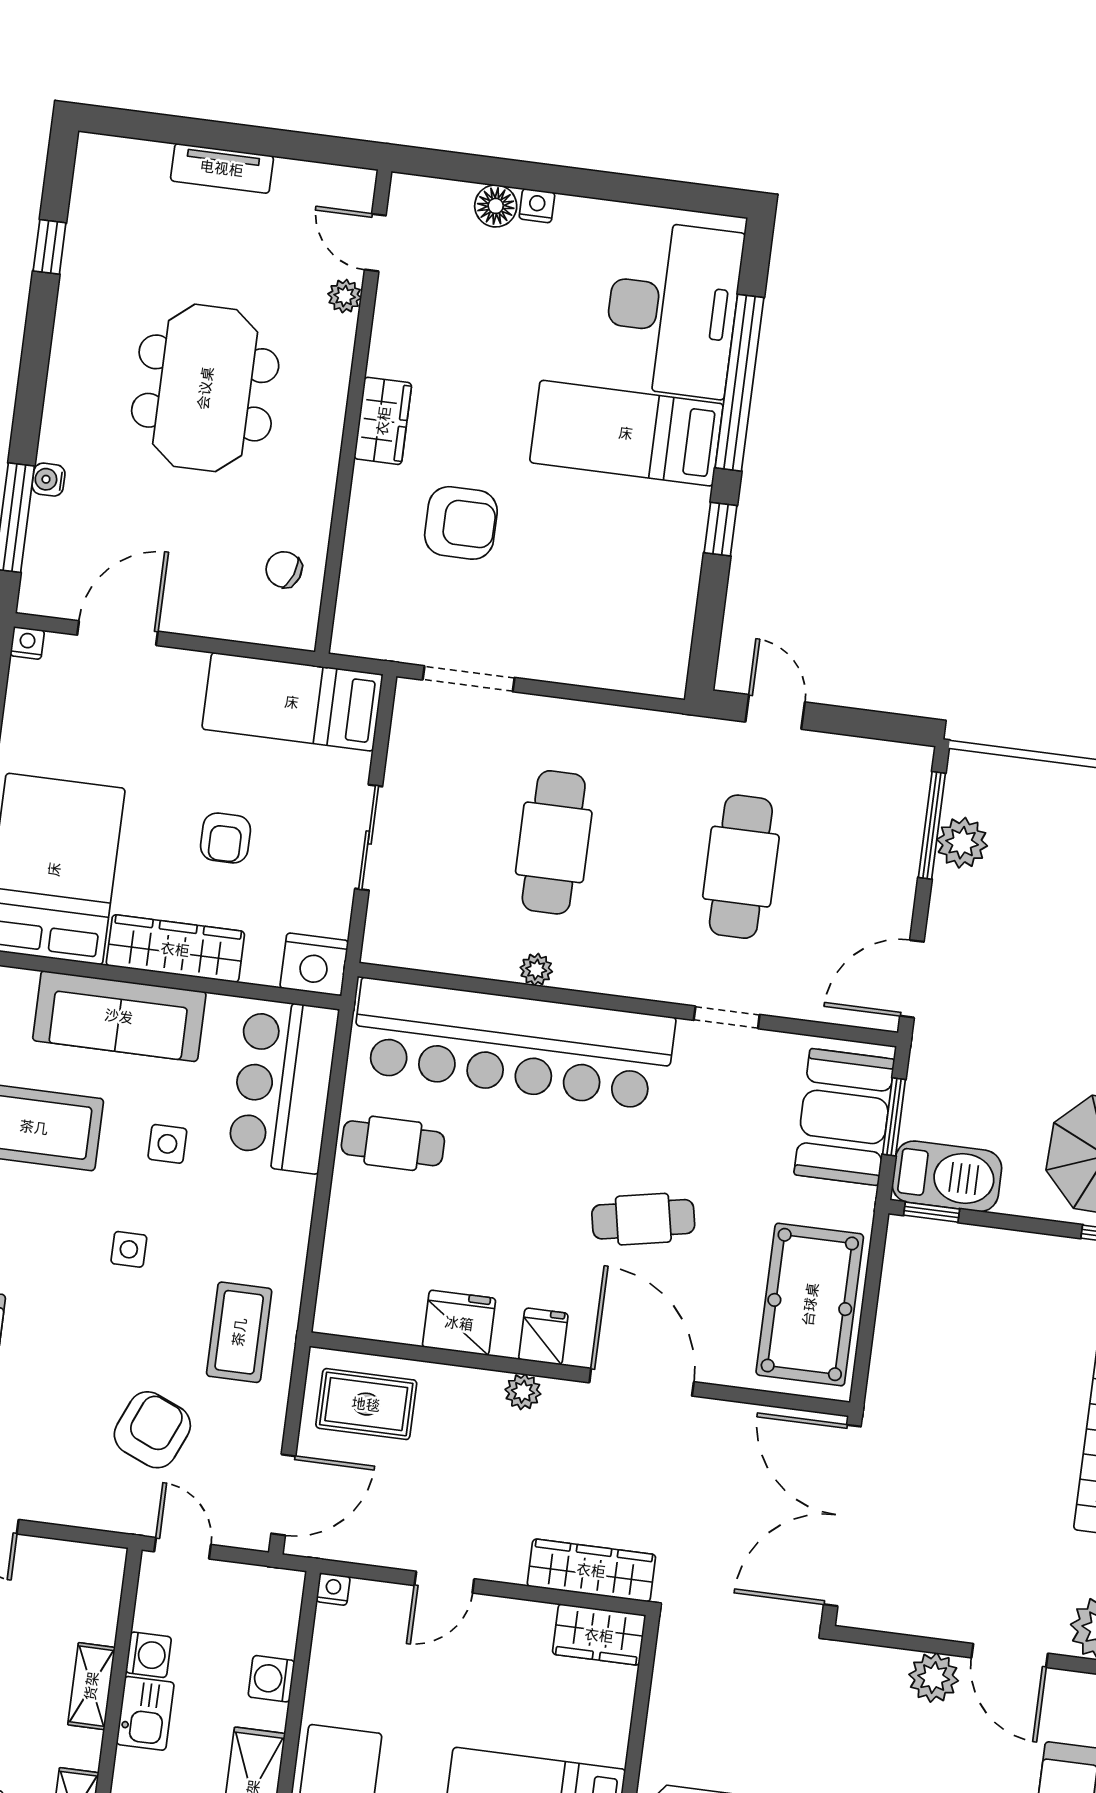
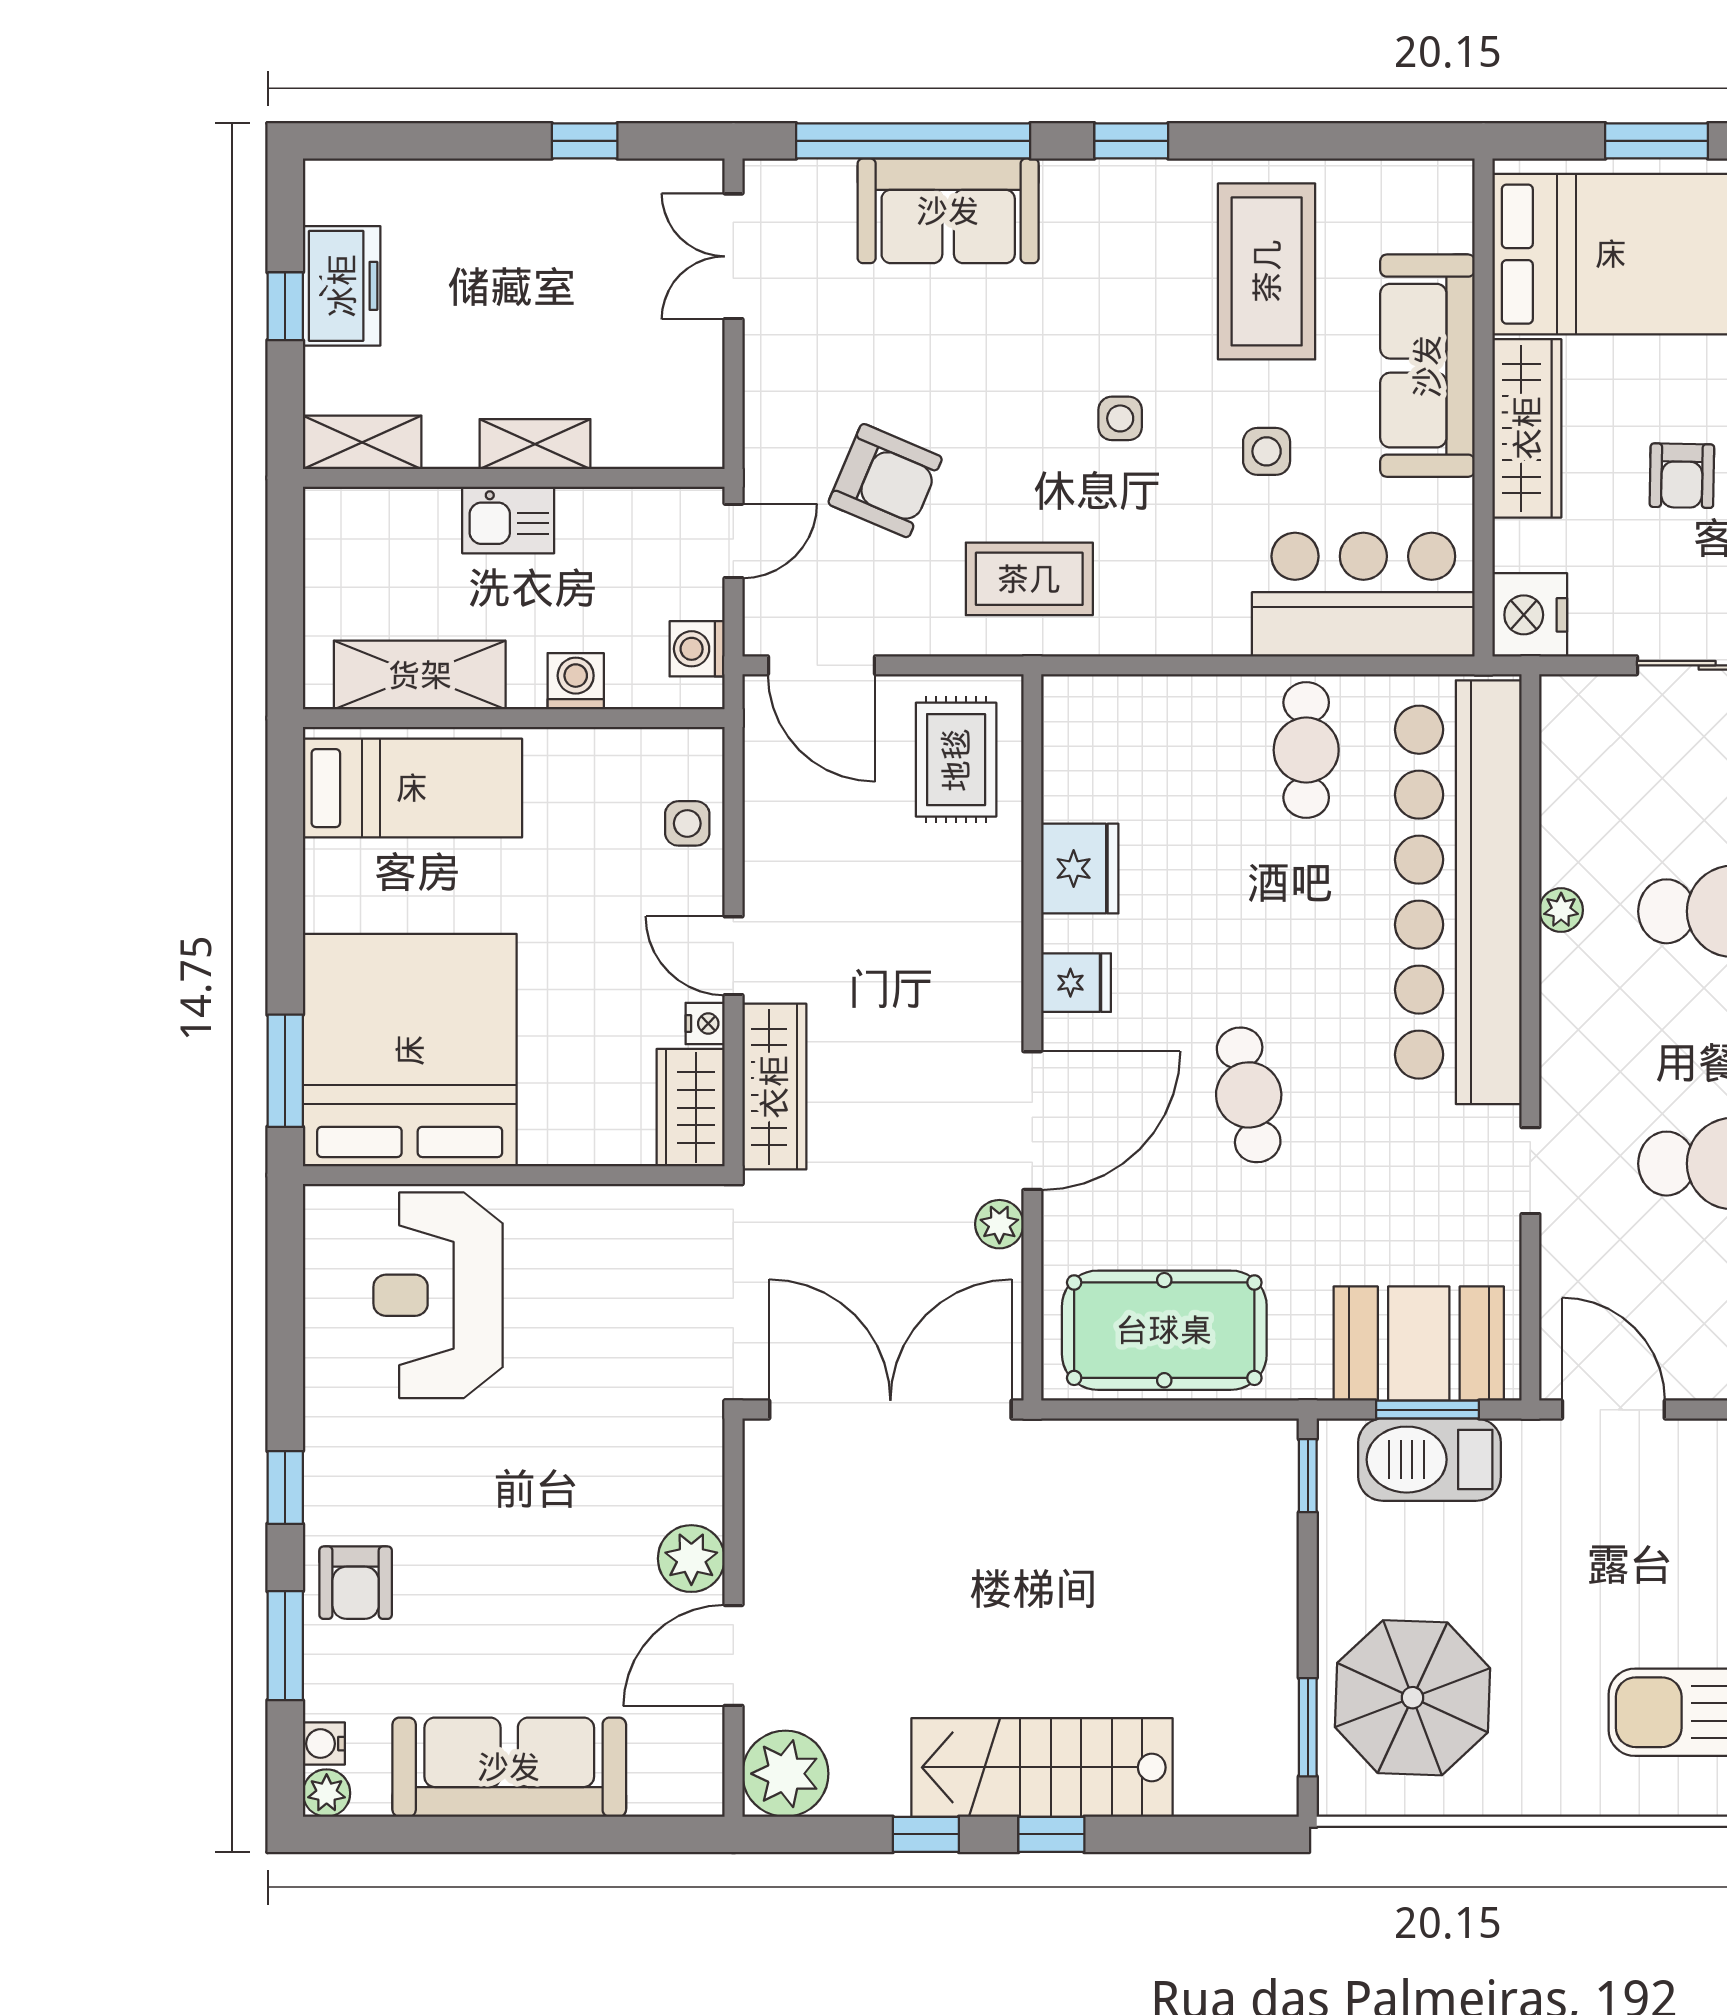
armchair: (225, 838) -> (1682, 476), turned -89
barbecue: (947, 1176) -> (1430, 1460), moved, turned 90
plant: (523, 1392) -> (999, 1224), moved
door: (444, 1582) -> (733, 956), moved
nightstand: (333, 1589) -> (705, 1023), moved
side table: (388, 1610) -> (687, 823), added
washing machine: (148, 1655) -> (697, 649), moved, turned 90

